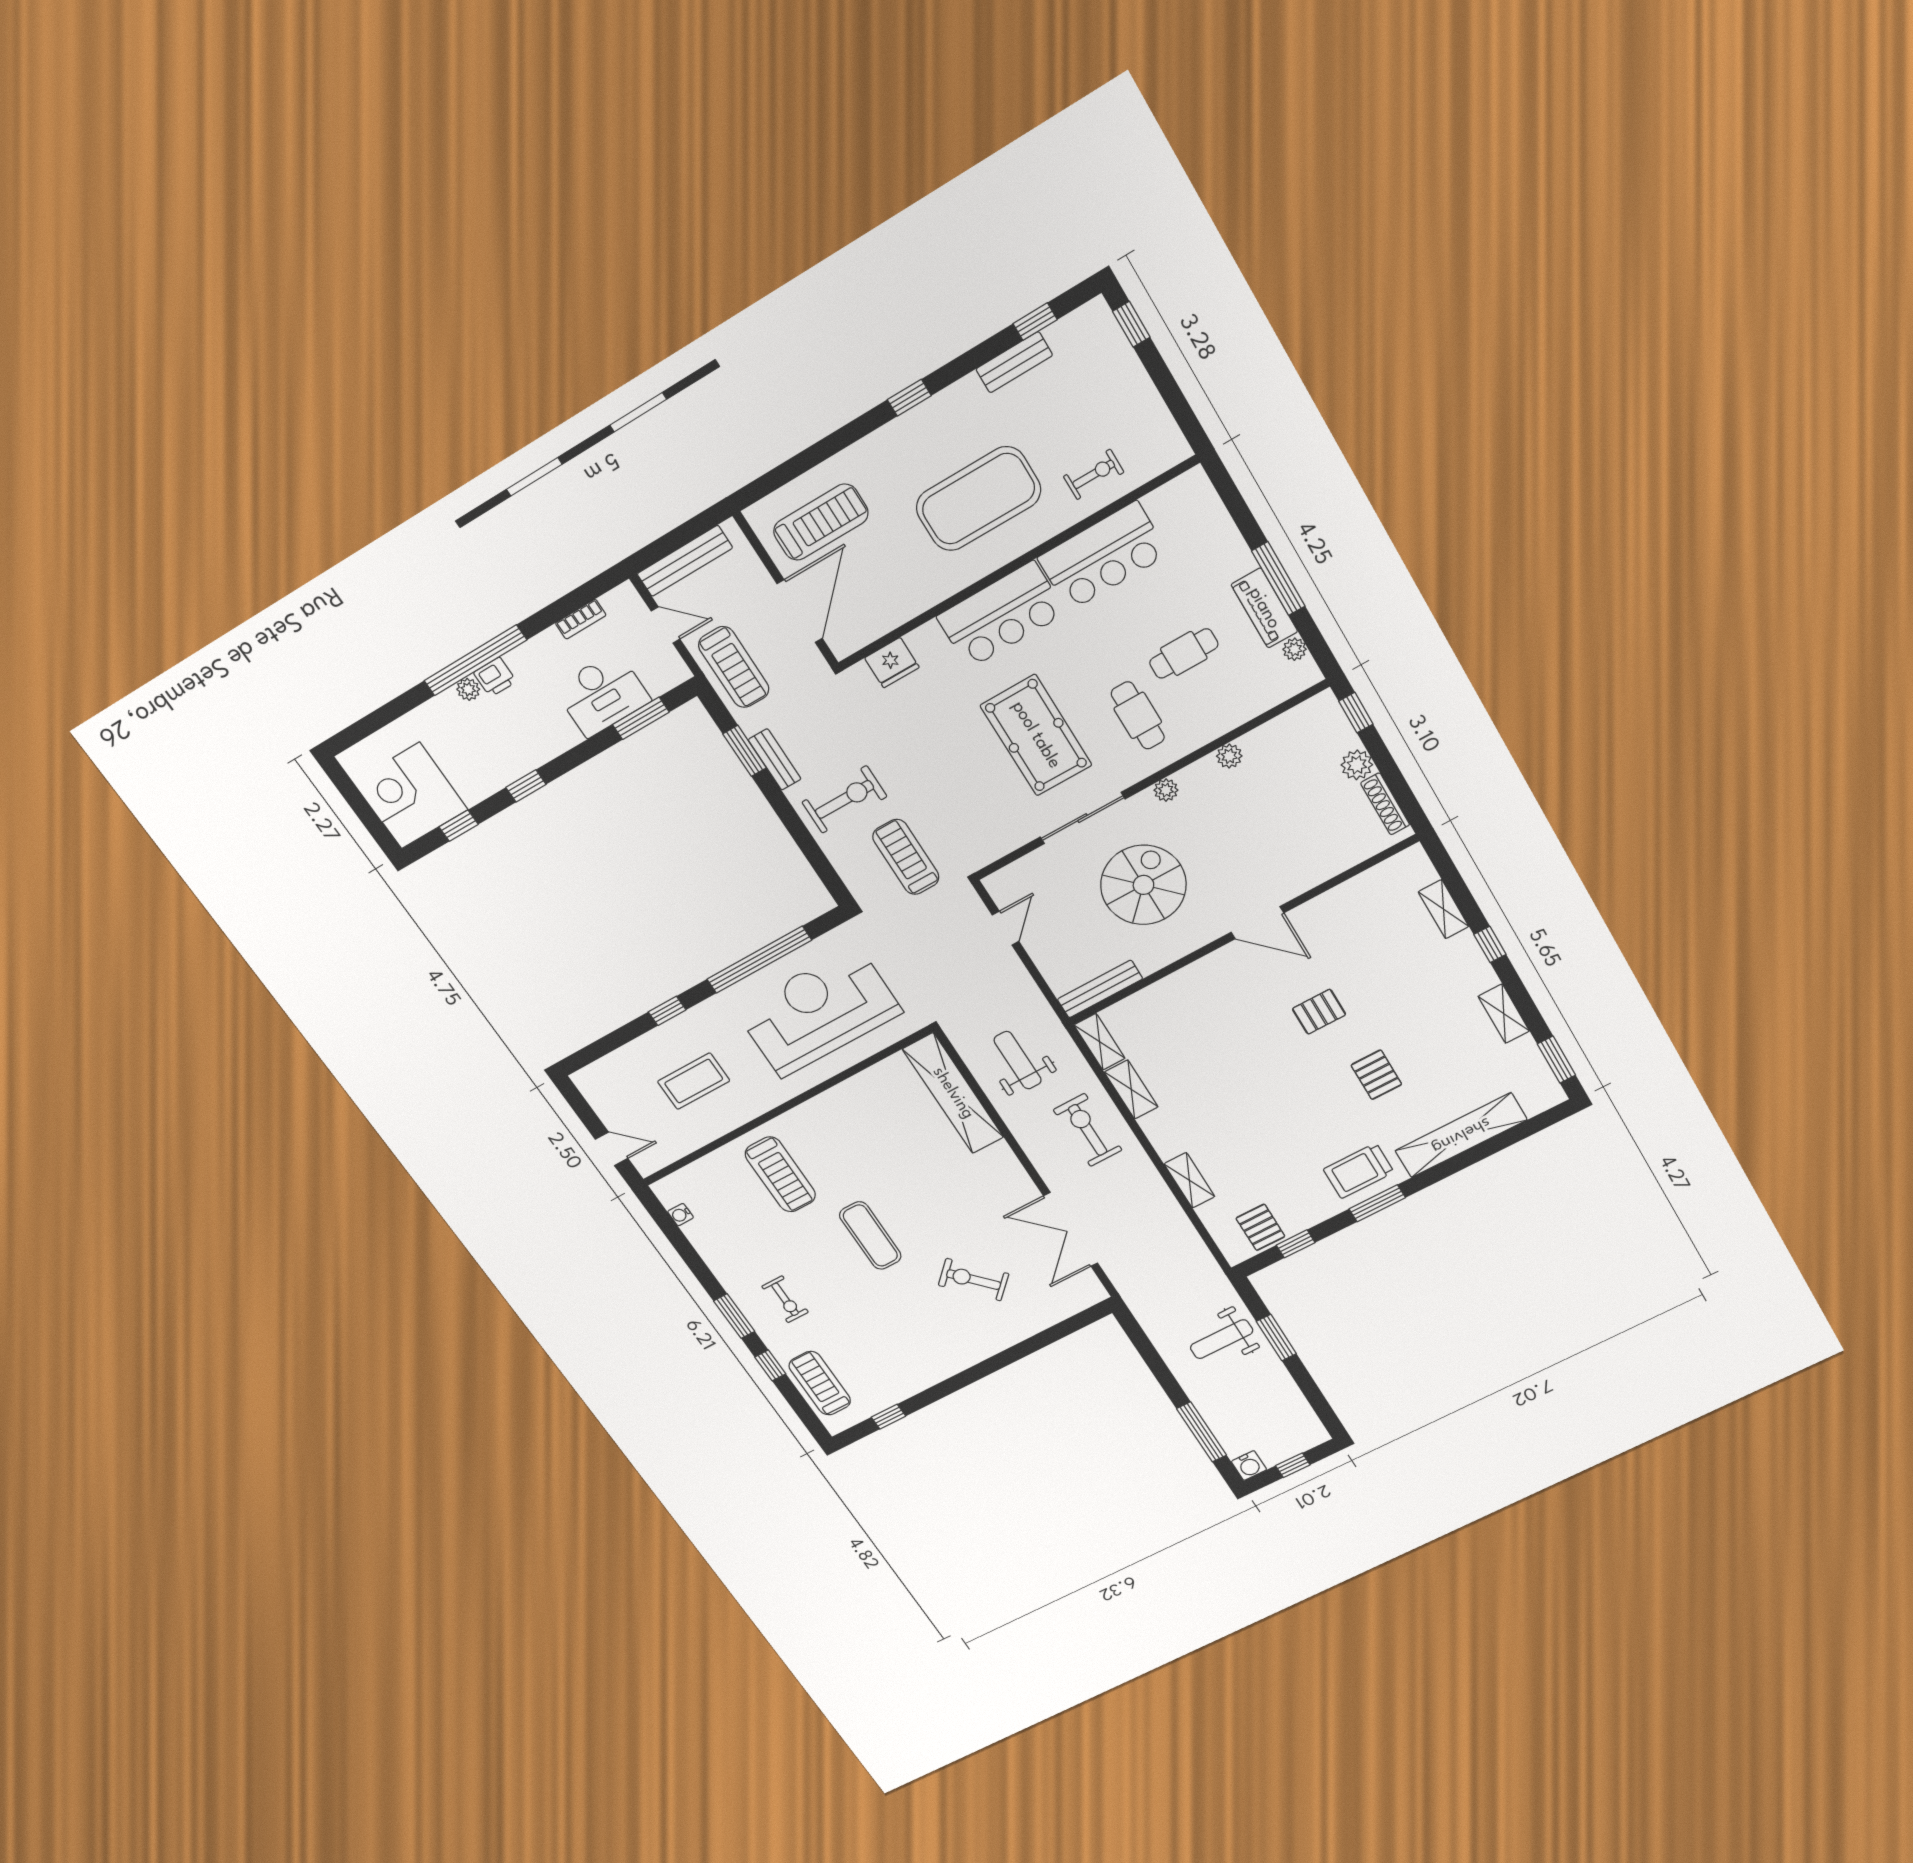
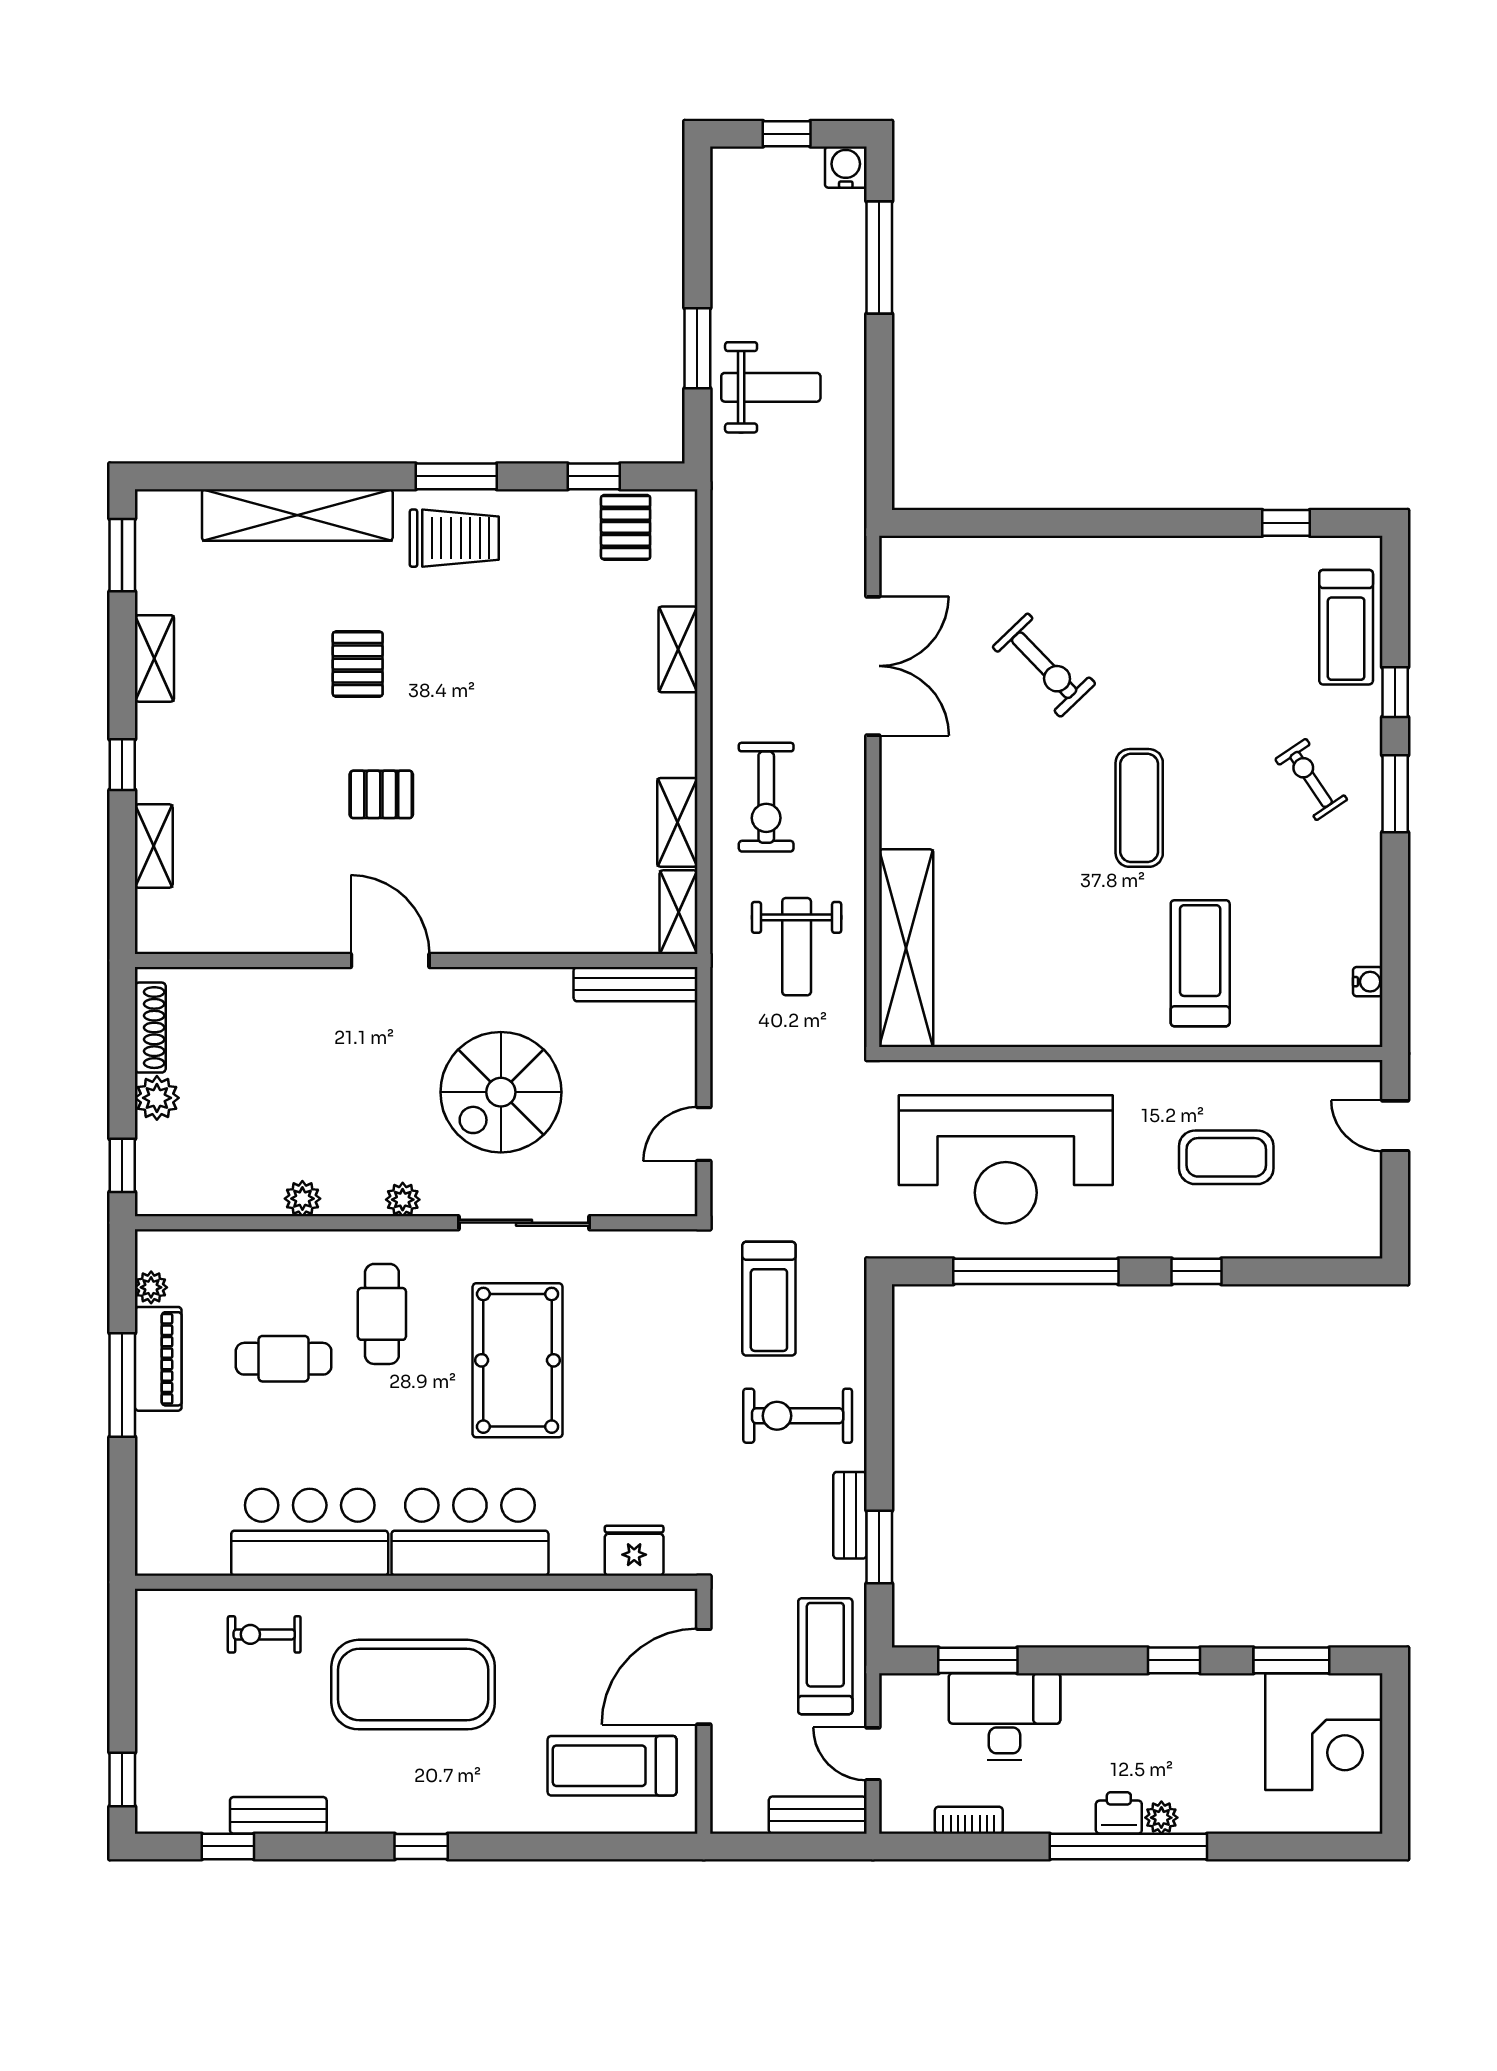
bench: (685, 561) -> (818, 1815), width x0.73
window: (459, 826) -> (1291, 1660), width x1.50
exercise bike: (785, 1299) -> (1311, 779), turned -34

